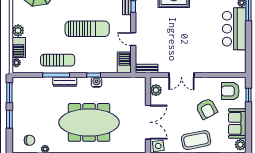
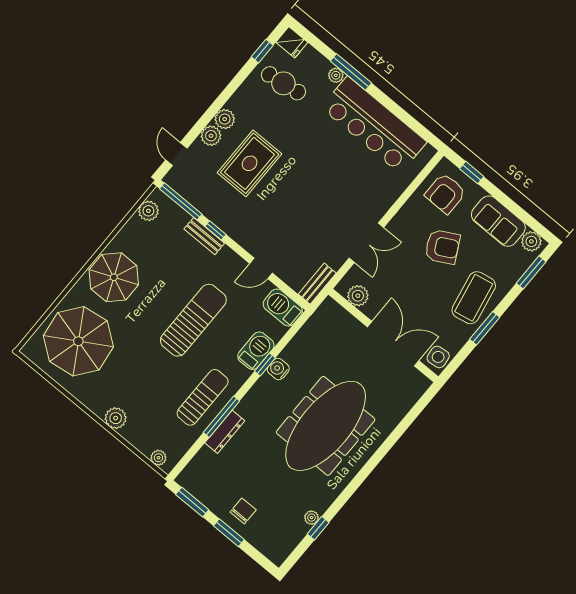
bar counter: (234, 29) -> (374, 125), width x1.36
barbecue: (19, 47) -> (256, 351), moved, turned -90
dresser: (65, 82) -> (225, 432), moved
chair: (29, 140) -> (243, 511), moved

